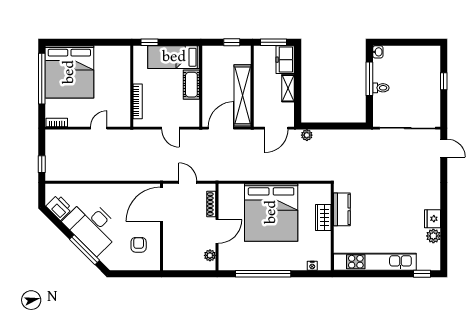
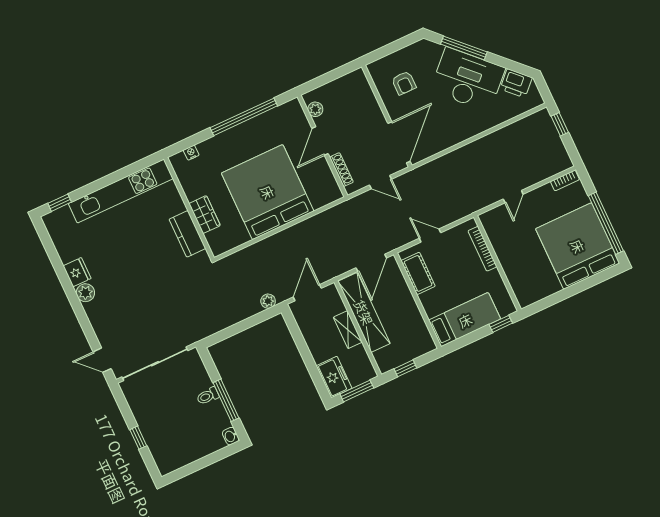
cot: (191, 85) -> (418, 273), moved
shelving: (288, 88) -> (348, 330), moved
plant: (433, 236) -> (85, 293), moved

